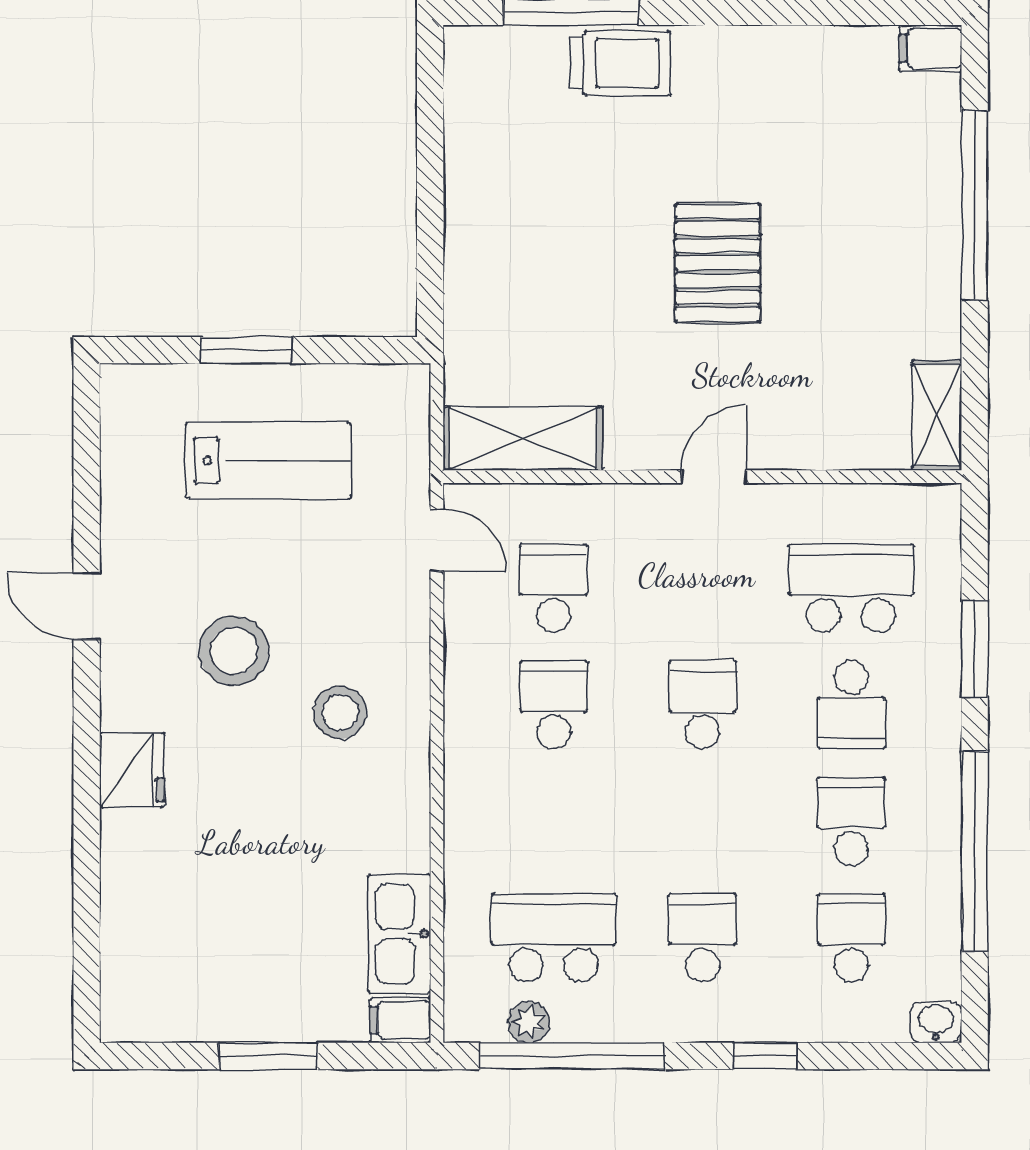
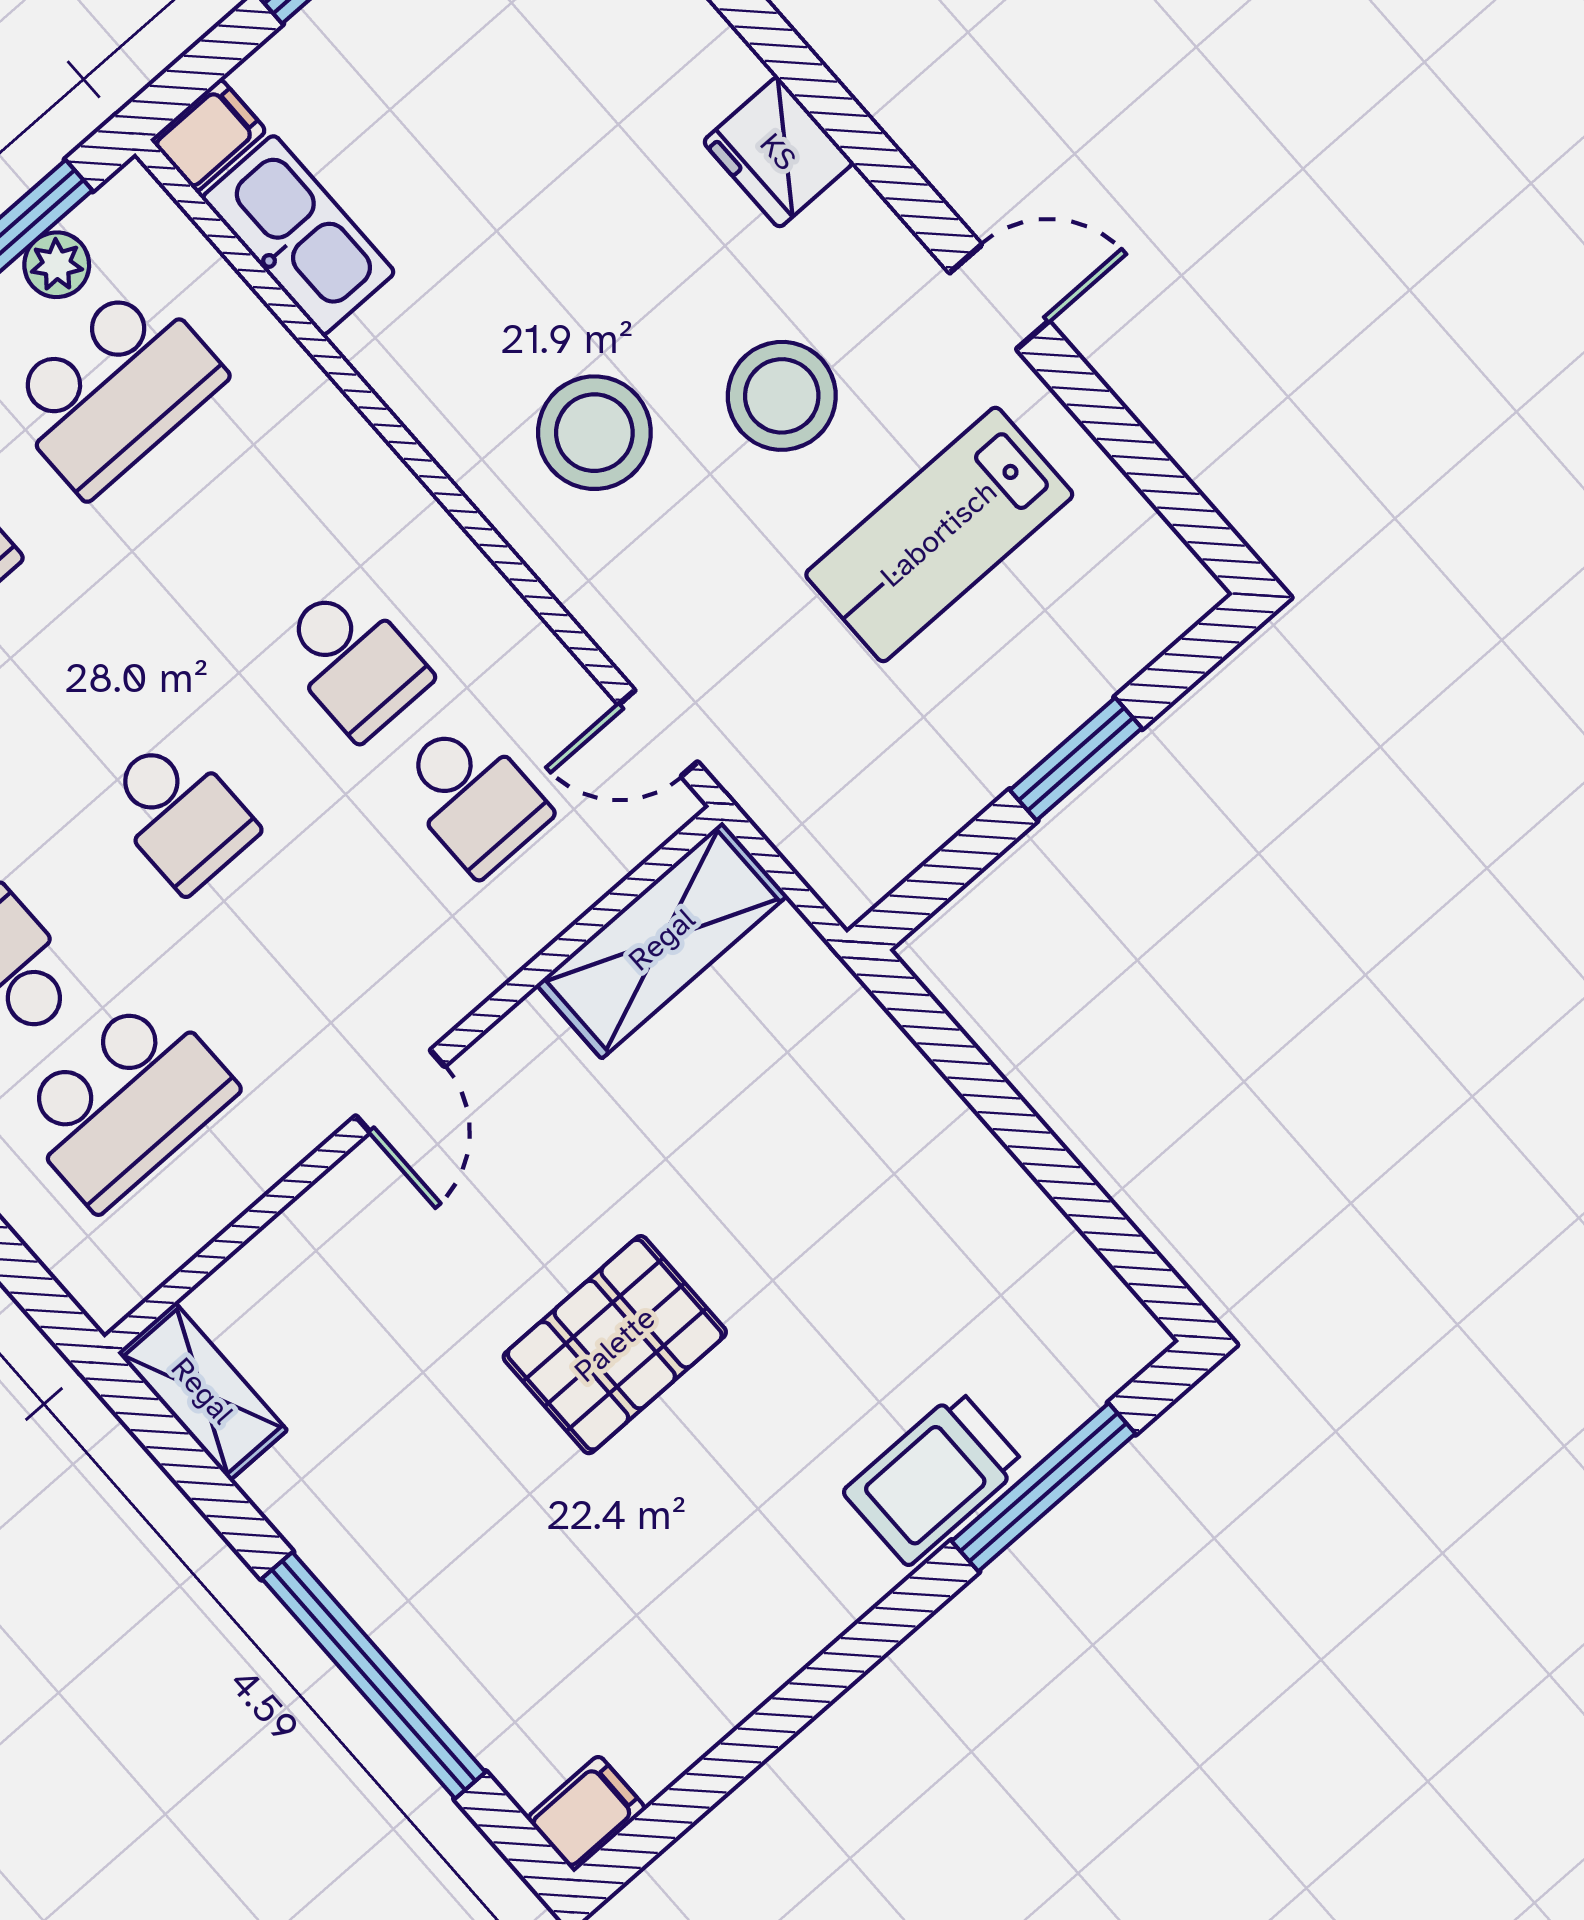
pallet: (718, 263) -> (615, 1345), turned 90
lab bench: (268, 461) -> (939, 534), moved
stool: (340, 713) -> (594, 433), width x1.38, depth x1.38

